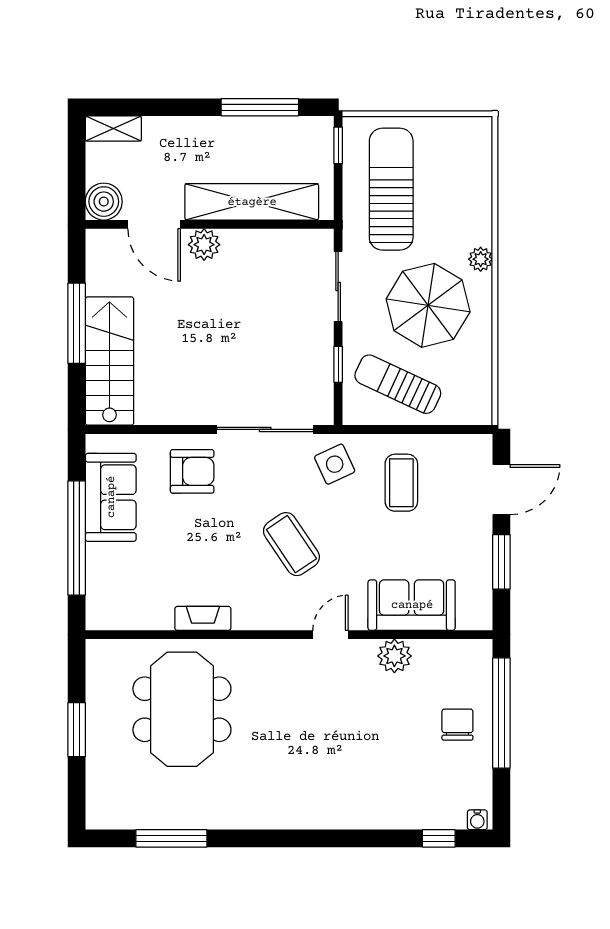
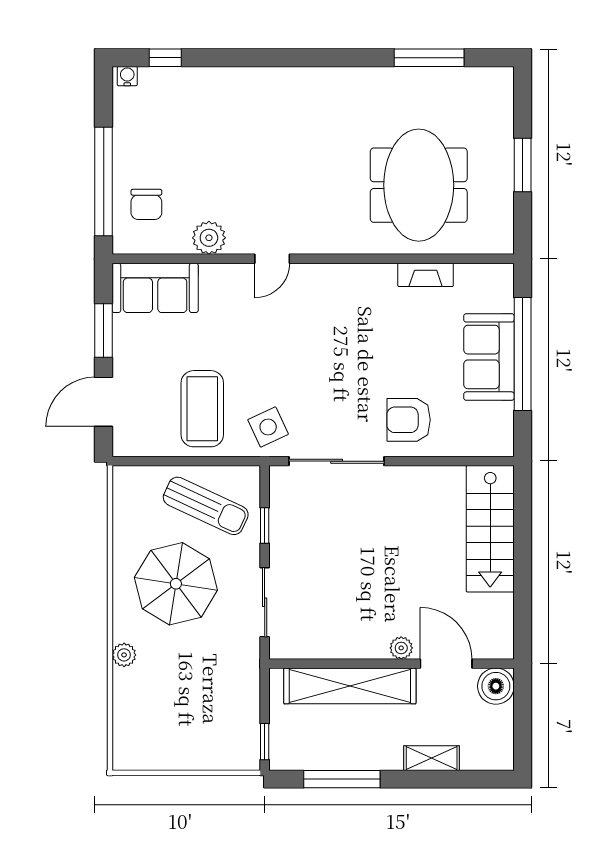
shelving: (113, 129) -> (432, 758), moved
sun lounger: (391, 189) -> (212, 698), removed
plant: (204, 245) -> (401, 648), width x0.73, depth x0.73
plant: (481, 259) -> (124, 655), moved
window: (77, 323) -> (523, 566), removed
coffee table: (401, 483) -> (202, 409), width x1.36, depth x1.32
sofa: (111, 497) -> (489, 357), moved
coffee table: (291, 544) -> (311, 348), removed
sofa: (412, 605) -> (155, 288), moved
fireplace: (203, 618) -> (426, 275), moved
chair: (457, 725) -> (146, 204), moved

